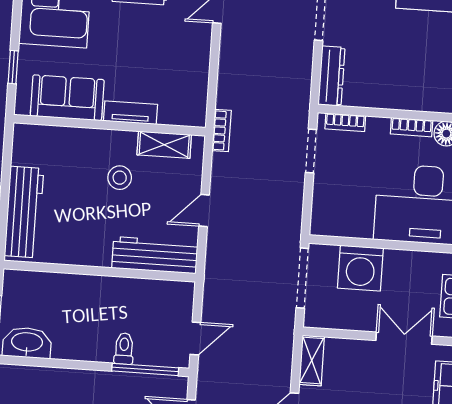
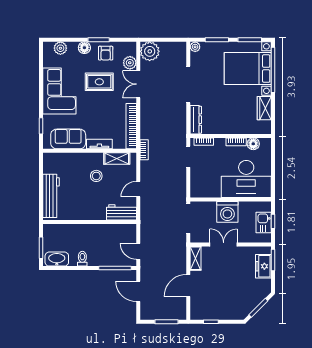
bookcase: (198, 80) -> (131, 126), added
workbench: (155, 255) -> (121, 212), width x0.73
washing machine: (360, 268) -> (227, 212), moved
door: (195, 338) -> (138, 251), swing flipped
double door: (404, 338) -> (224, 244), moved
toilet: (124, 349) -> (82, 259), moved

